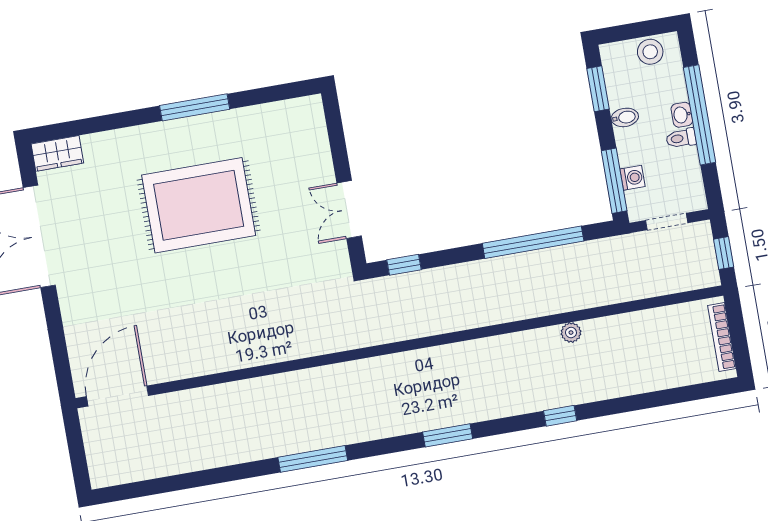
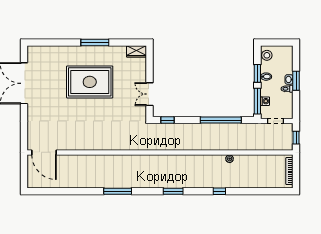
stool: (650, 52) -> (267, 55), moved
window: (598, 89) -> (257, 73), moved
window: (700, 115) -> (296, 81), width x0.47
wardrobe: (57, 153) -> (136, 51), moved
door: (118, 396) -> (44, 152), swing flipped

